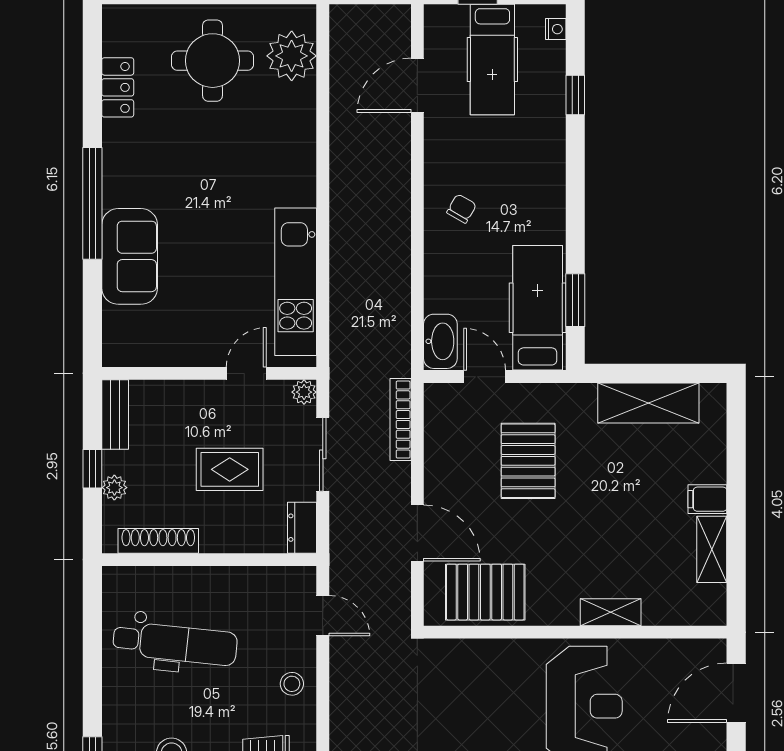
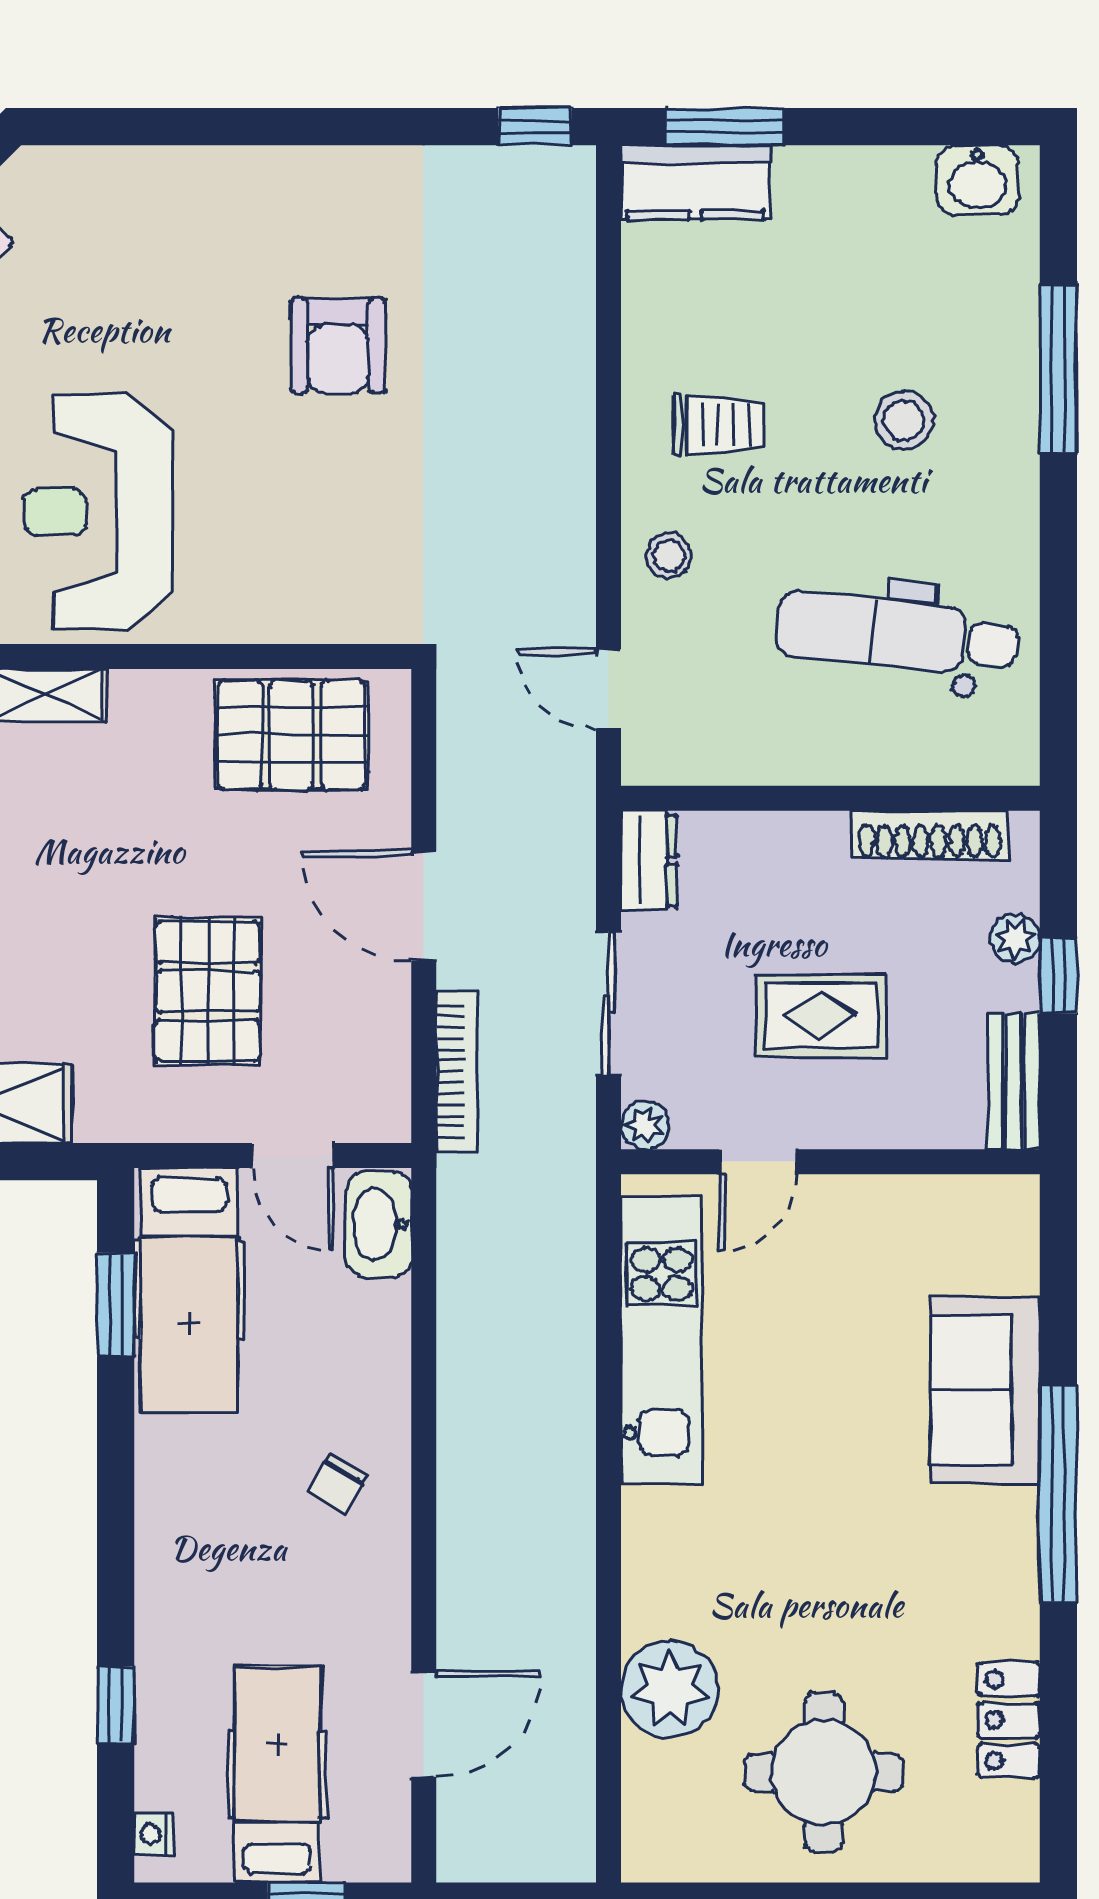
plant: (292, 56) -> (670, 1689), moved
rug: (230, 469) -> (821, 1016), moved
door: (417, 533) -> (424, 906), moved

